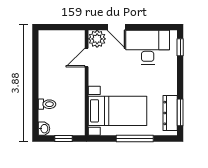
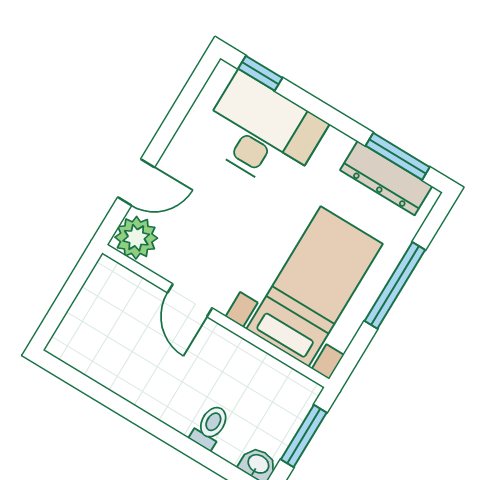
desk: (148, 47) -> (262, 132), moved, turned 90
door: (87, 58) -> (190, 300), moved
window: (63, 139) -> (304, 436), width x1.50

